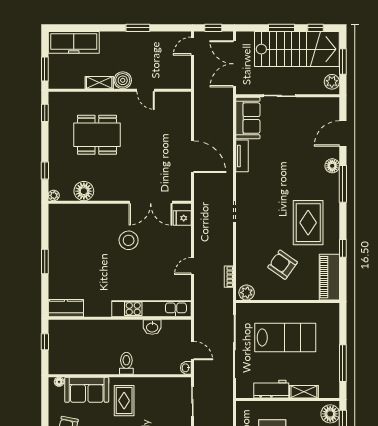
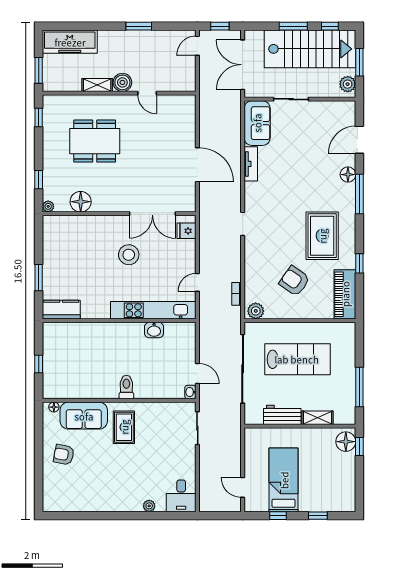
kitchen counter: (66, 308) -> (61, 310), moved
kitchen unit: (151, 309) -> (153, 310), moved
wall: (120, 318) -> (119, 321), moved
washbasin: (152, 327) -> (154, 330), moved

